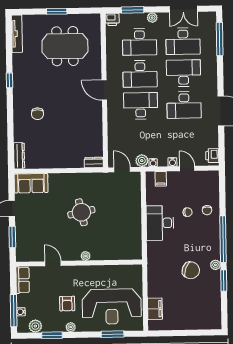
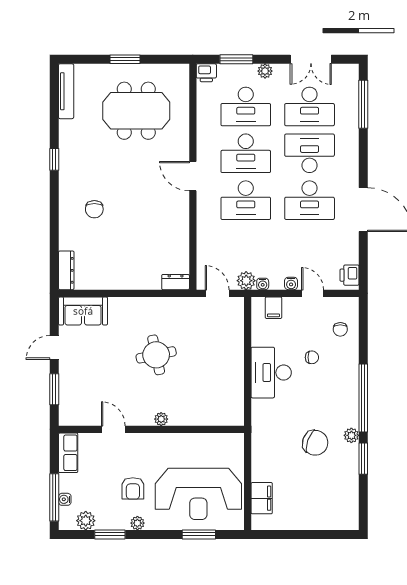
desk: (141, 106) -> (246, 200), turned 180
chair: (207, 210) -> (340, 329), moved

